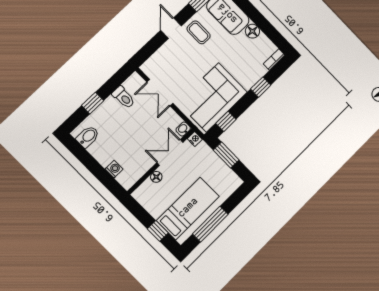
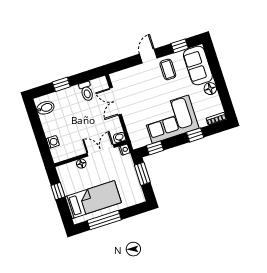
corner sofa: (213, 97) -> (170, 119), moved
window: (158, 231) -> (58, 191), moved

